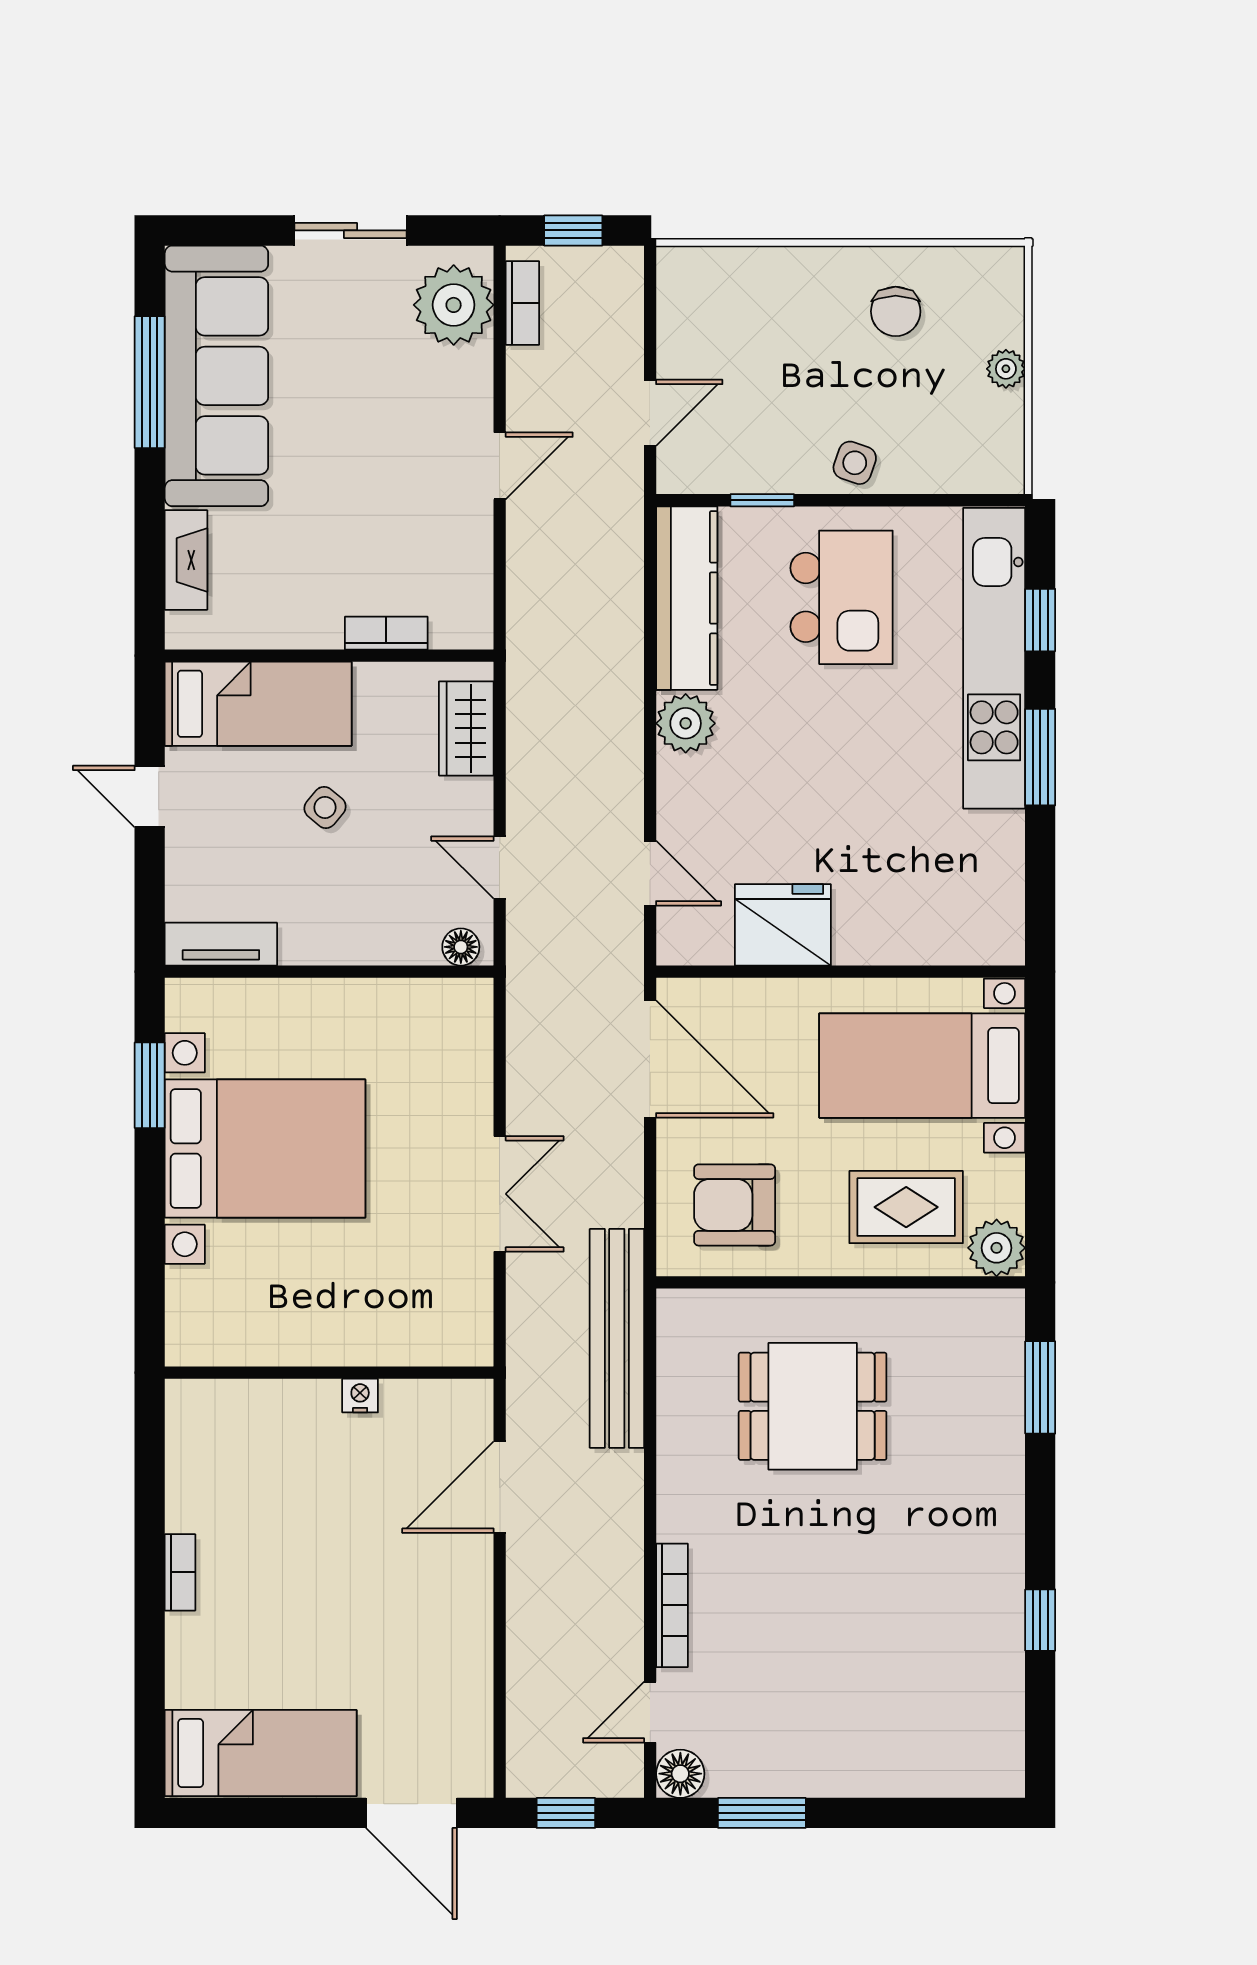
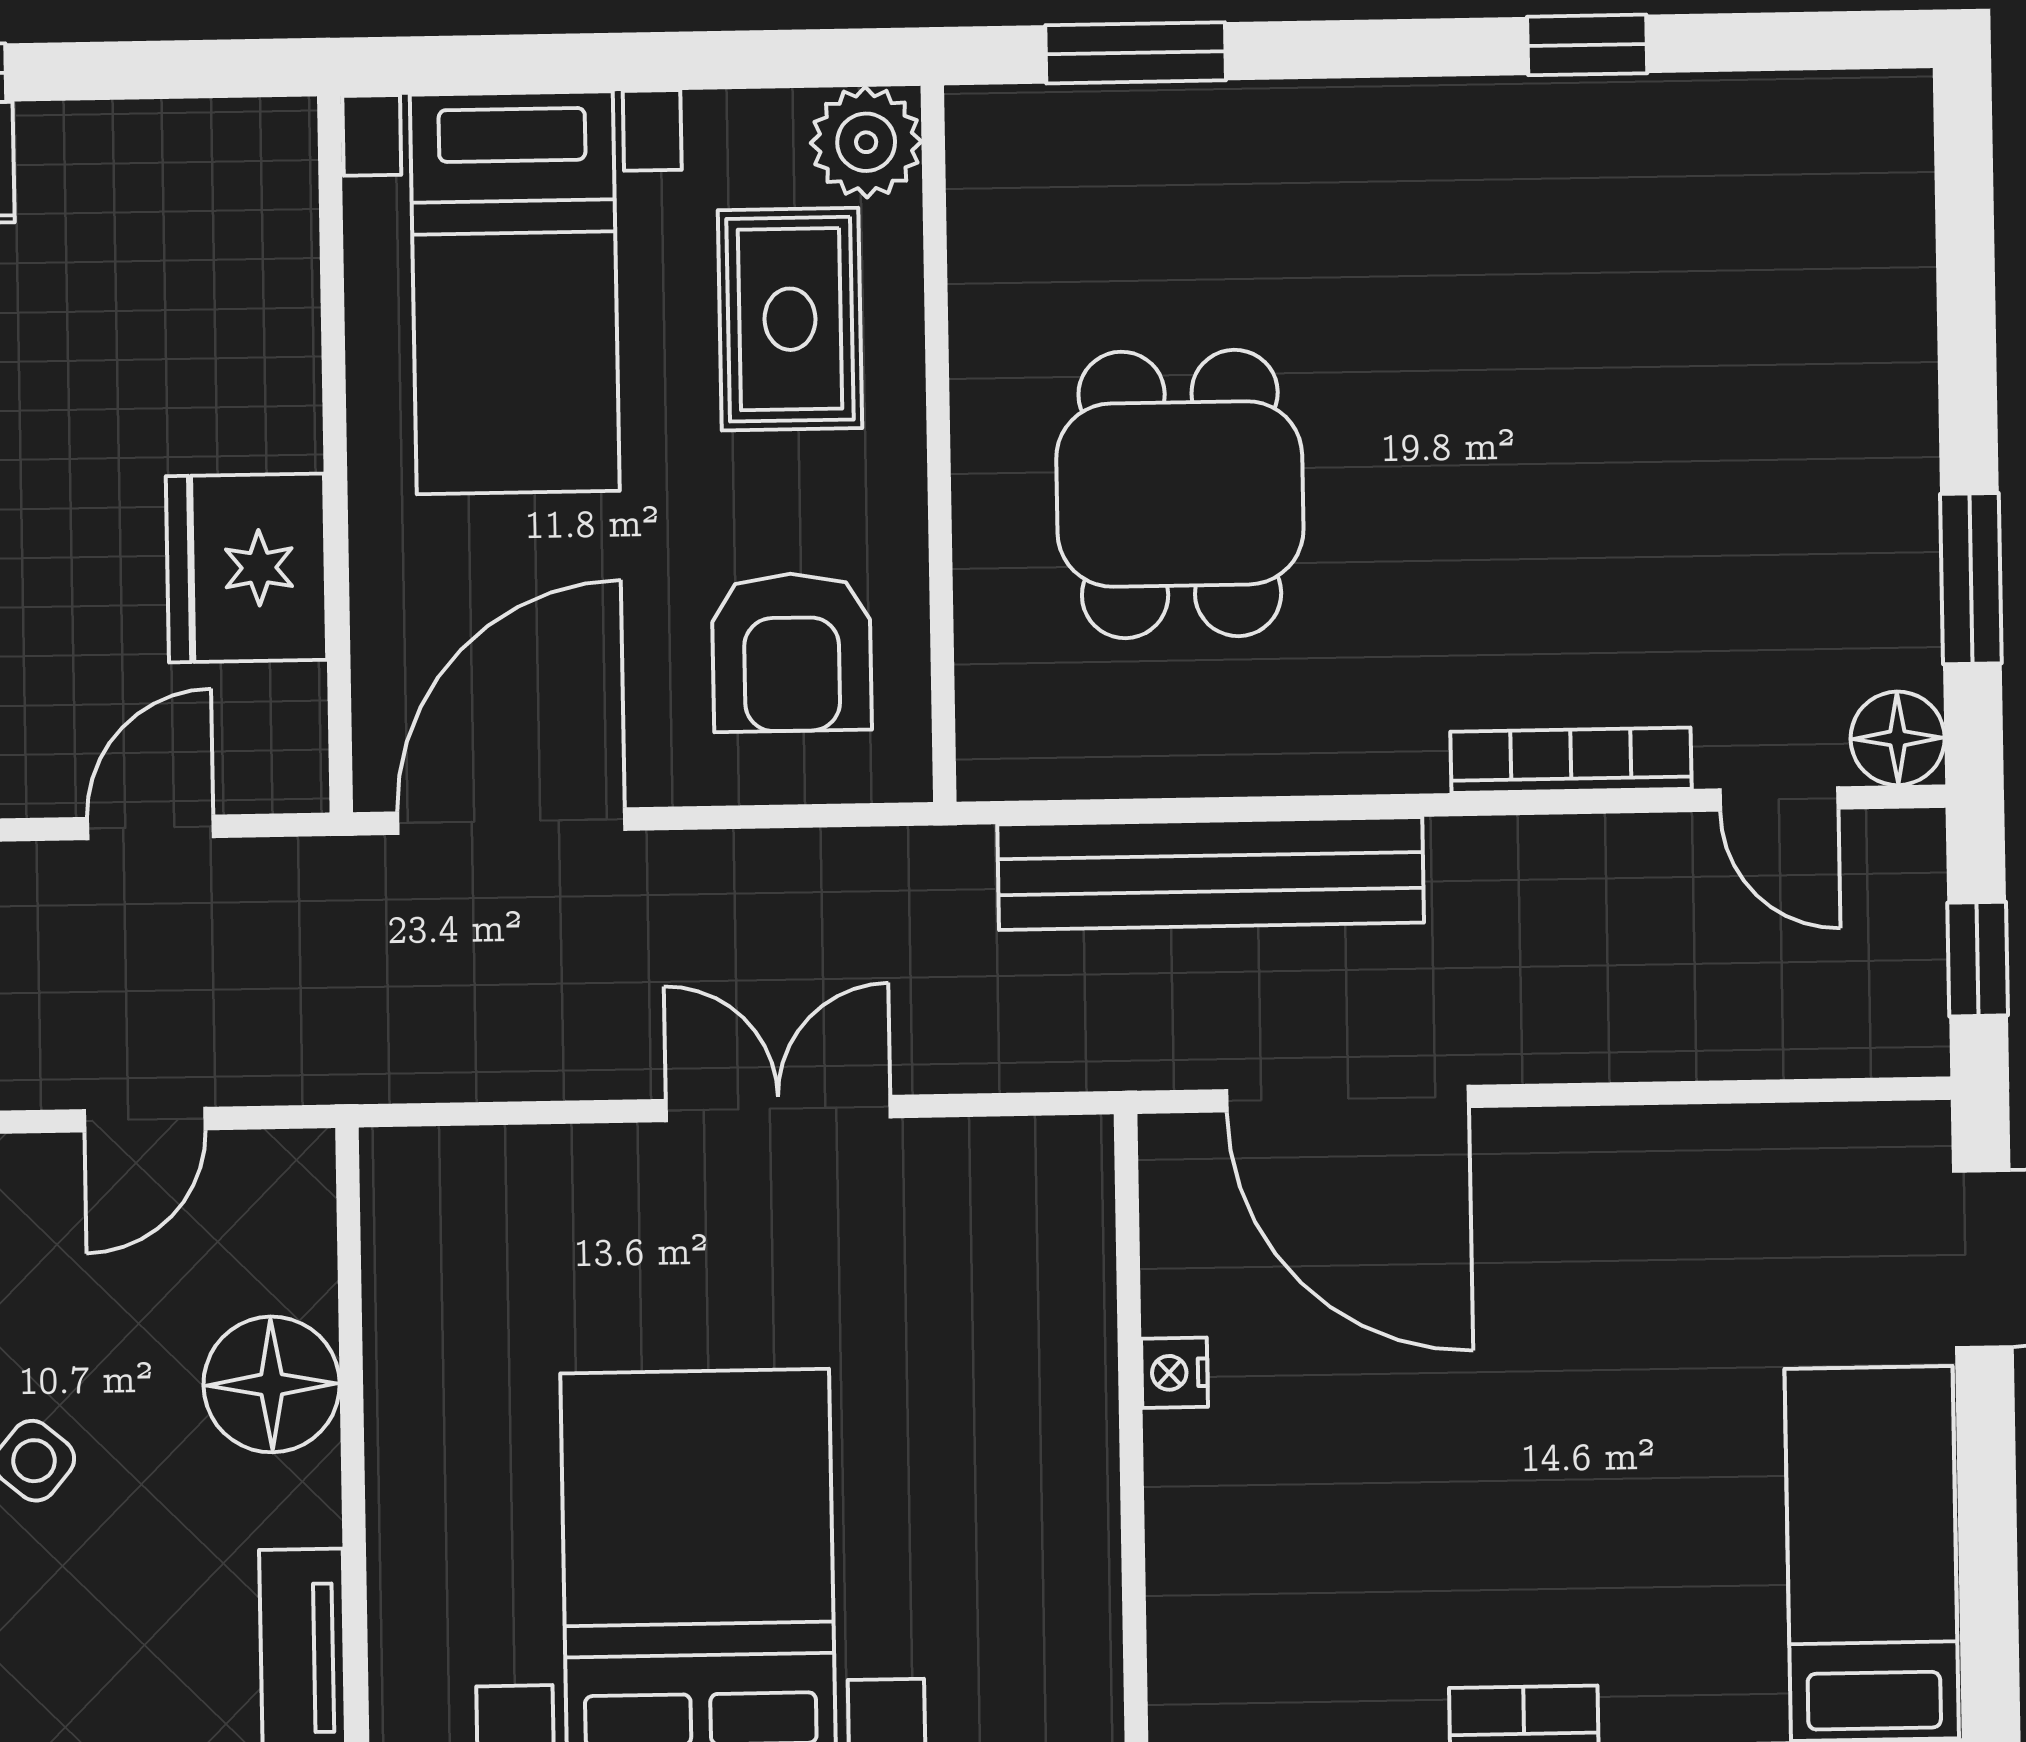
floor lamp: (461, 947) -> (272, 1384), moved, width x1.89, depth x1.89
bench: (617, 1338) -> (1211, 873), moved
door: (500, 1487) -> (1348, 1099), width x1.36

